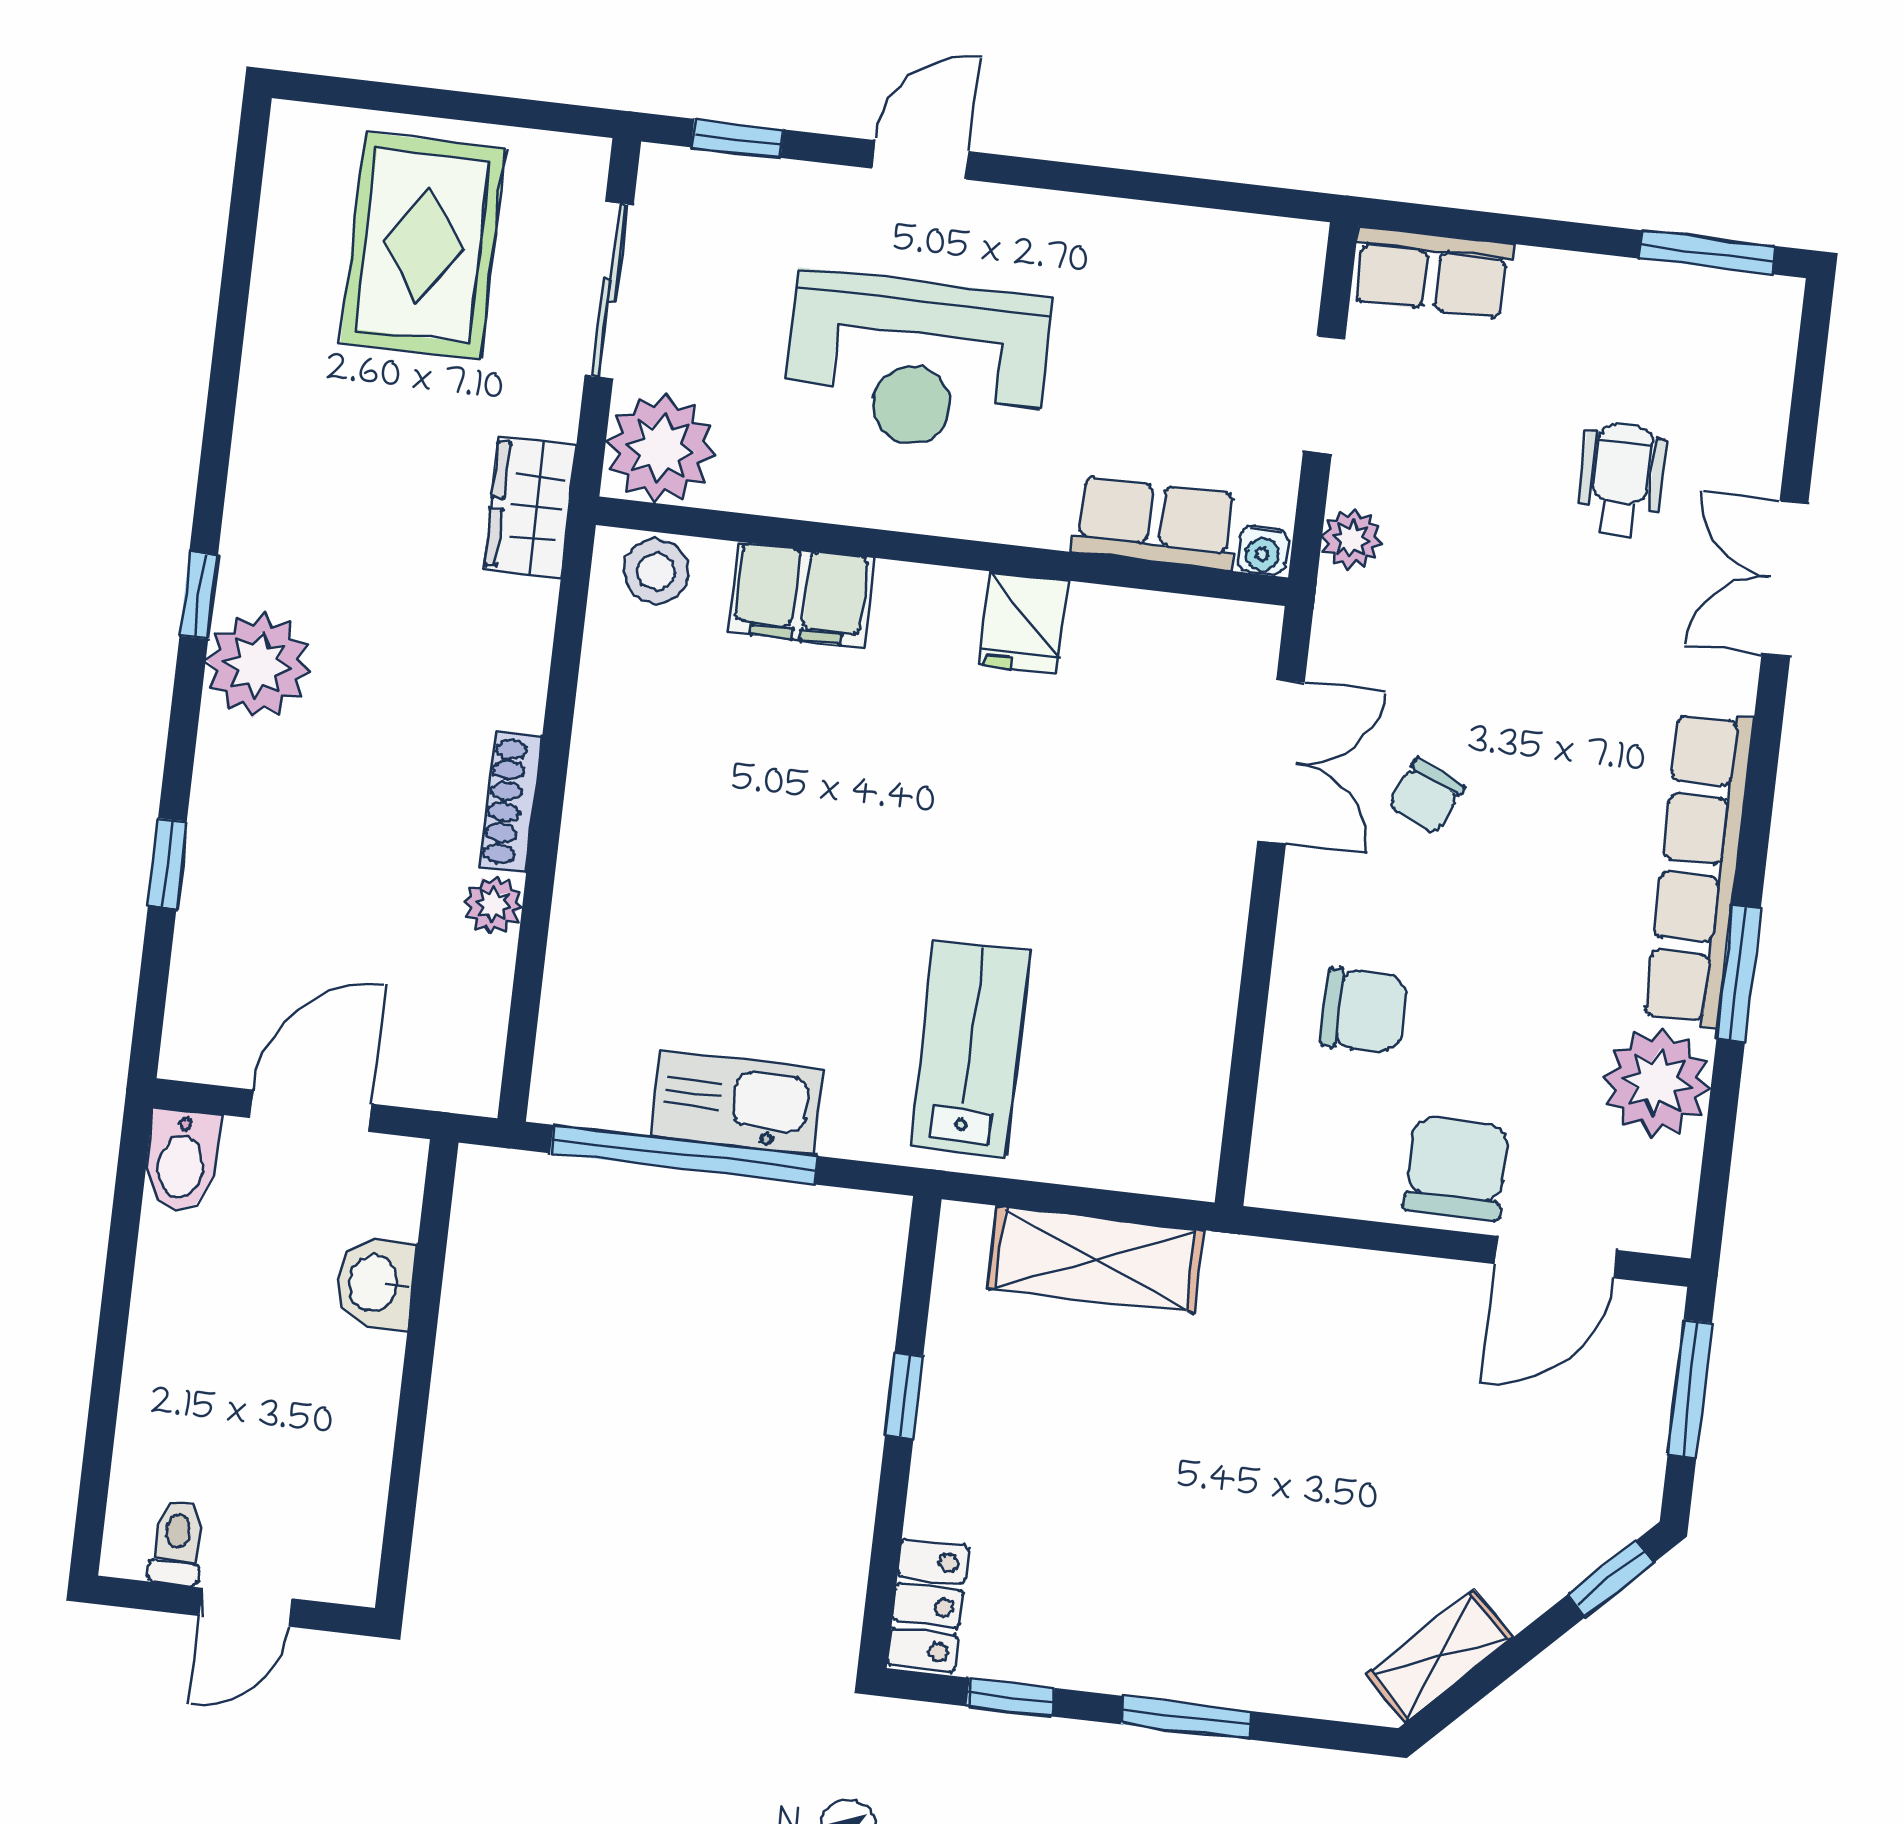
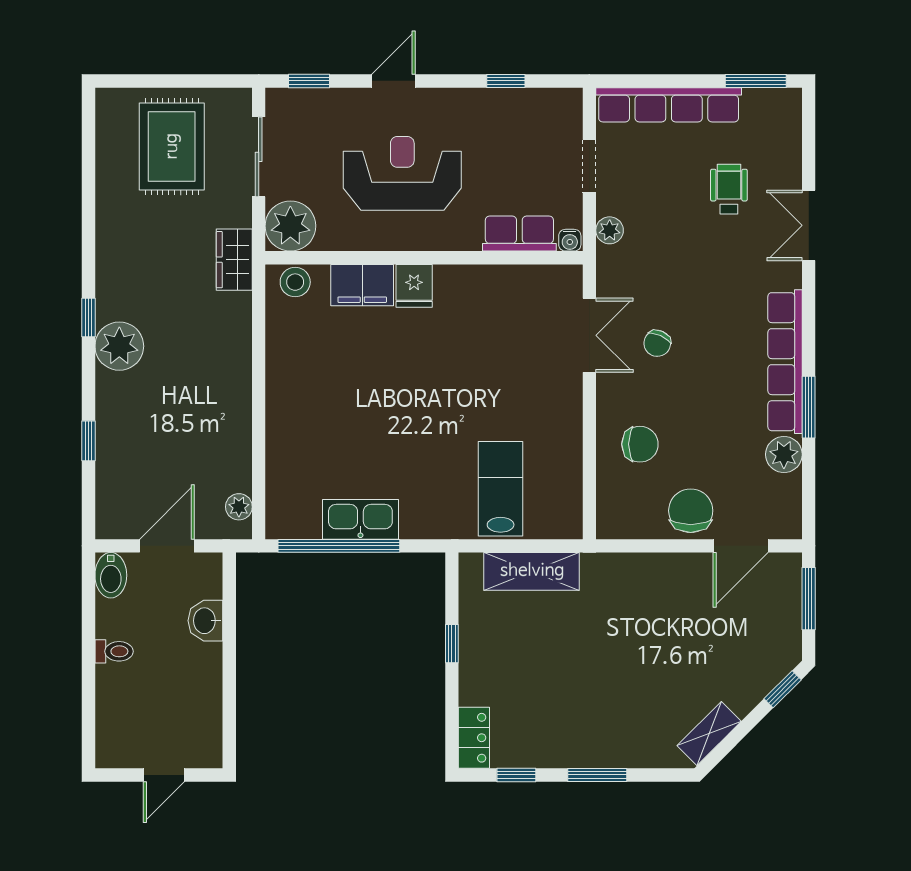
window: (1165, 189) -> (506, 81), added
row of seats: (1432, 272) -> (669, 105), width x2.02
reception desk: (916, 363) -> (402, 173), turned 180
fridge: (1024, 623) -> (414, 286), moved
shoe rack: (511, 802) -> (241, 395), removed
plant: (493, 904) -> (239, 507), moved
lab bench: (970, 1049) -> (501, 489), moved
plant: (1657, 1083) -> (784, 454), width x0.73, depth x0.73
toilet: (177, 1543) -> (114, 651), moved, turned 90

